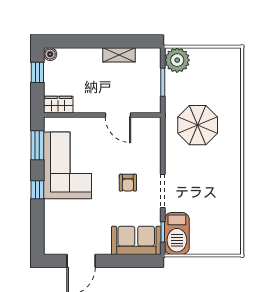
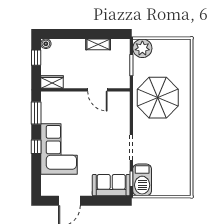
parasol: (198, 125) -> (158, 98), width x1.36, depth x1.36
corner sofa: (67, 165) -> (59, 149), moved
armchair: (128, 183) -> (105, 141), removed

